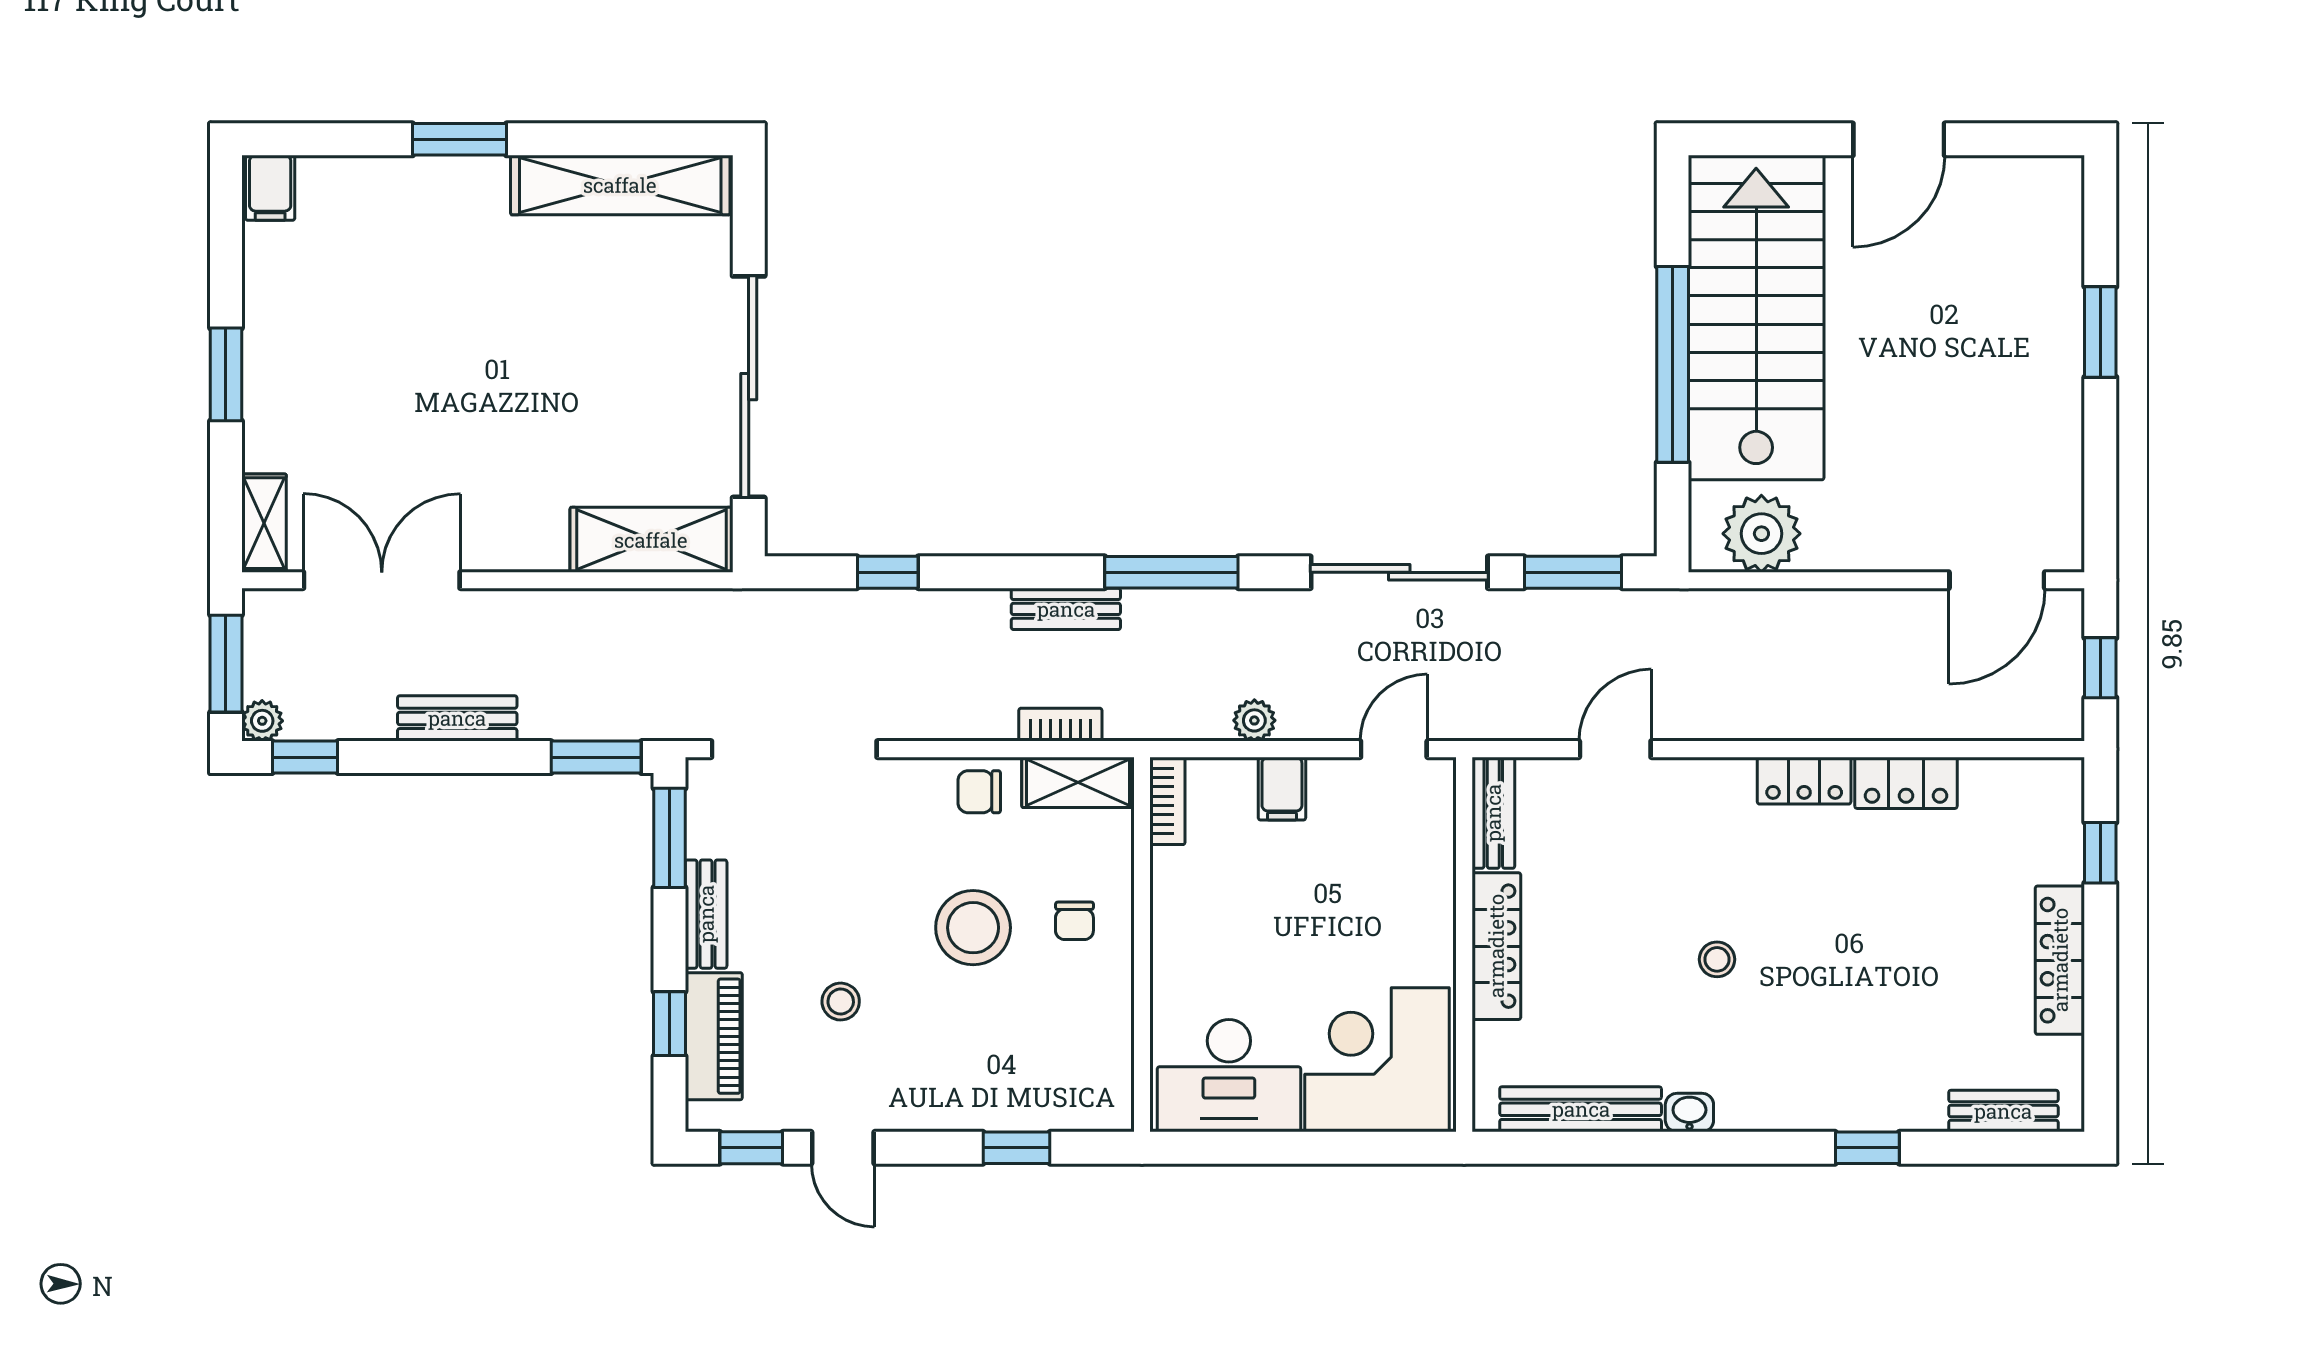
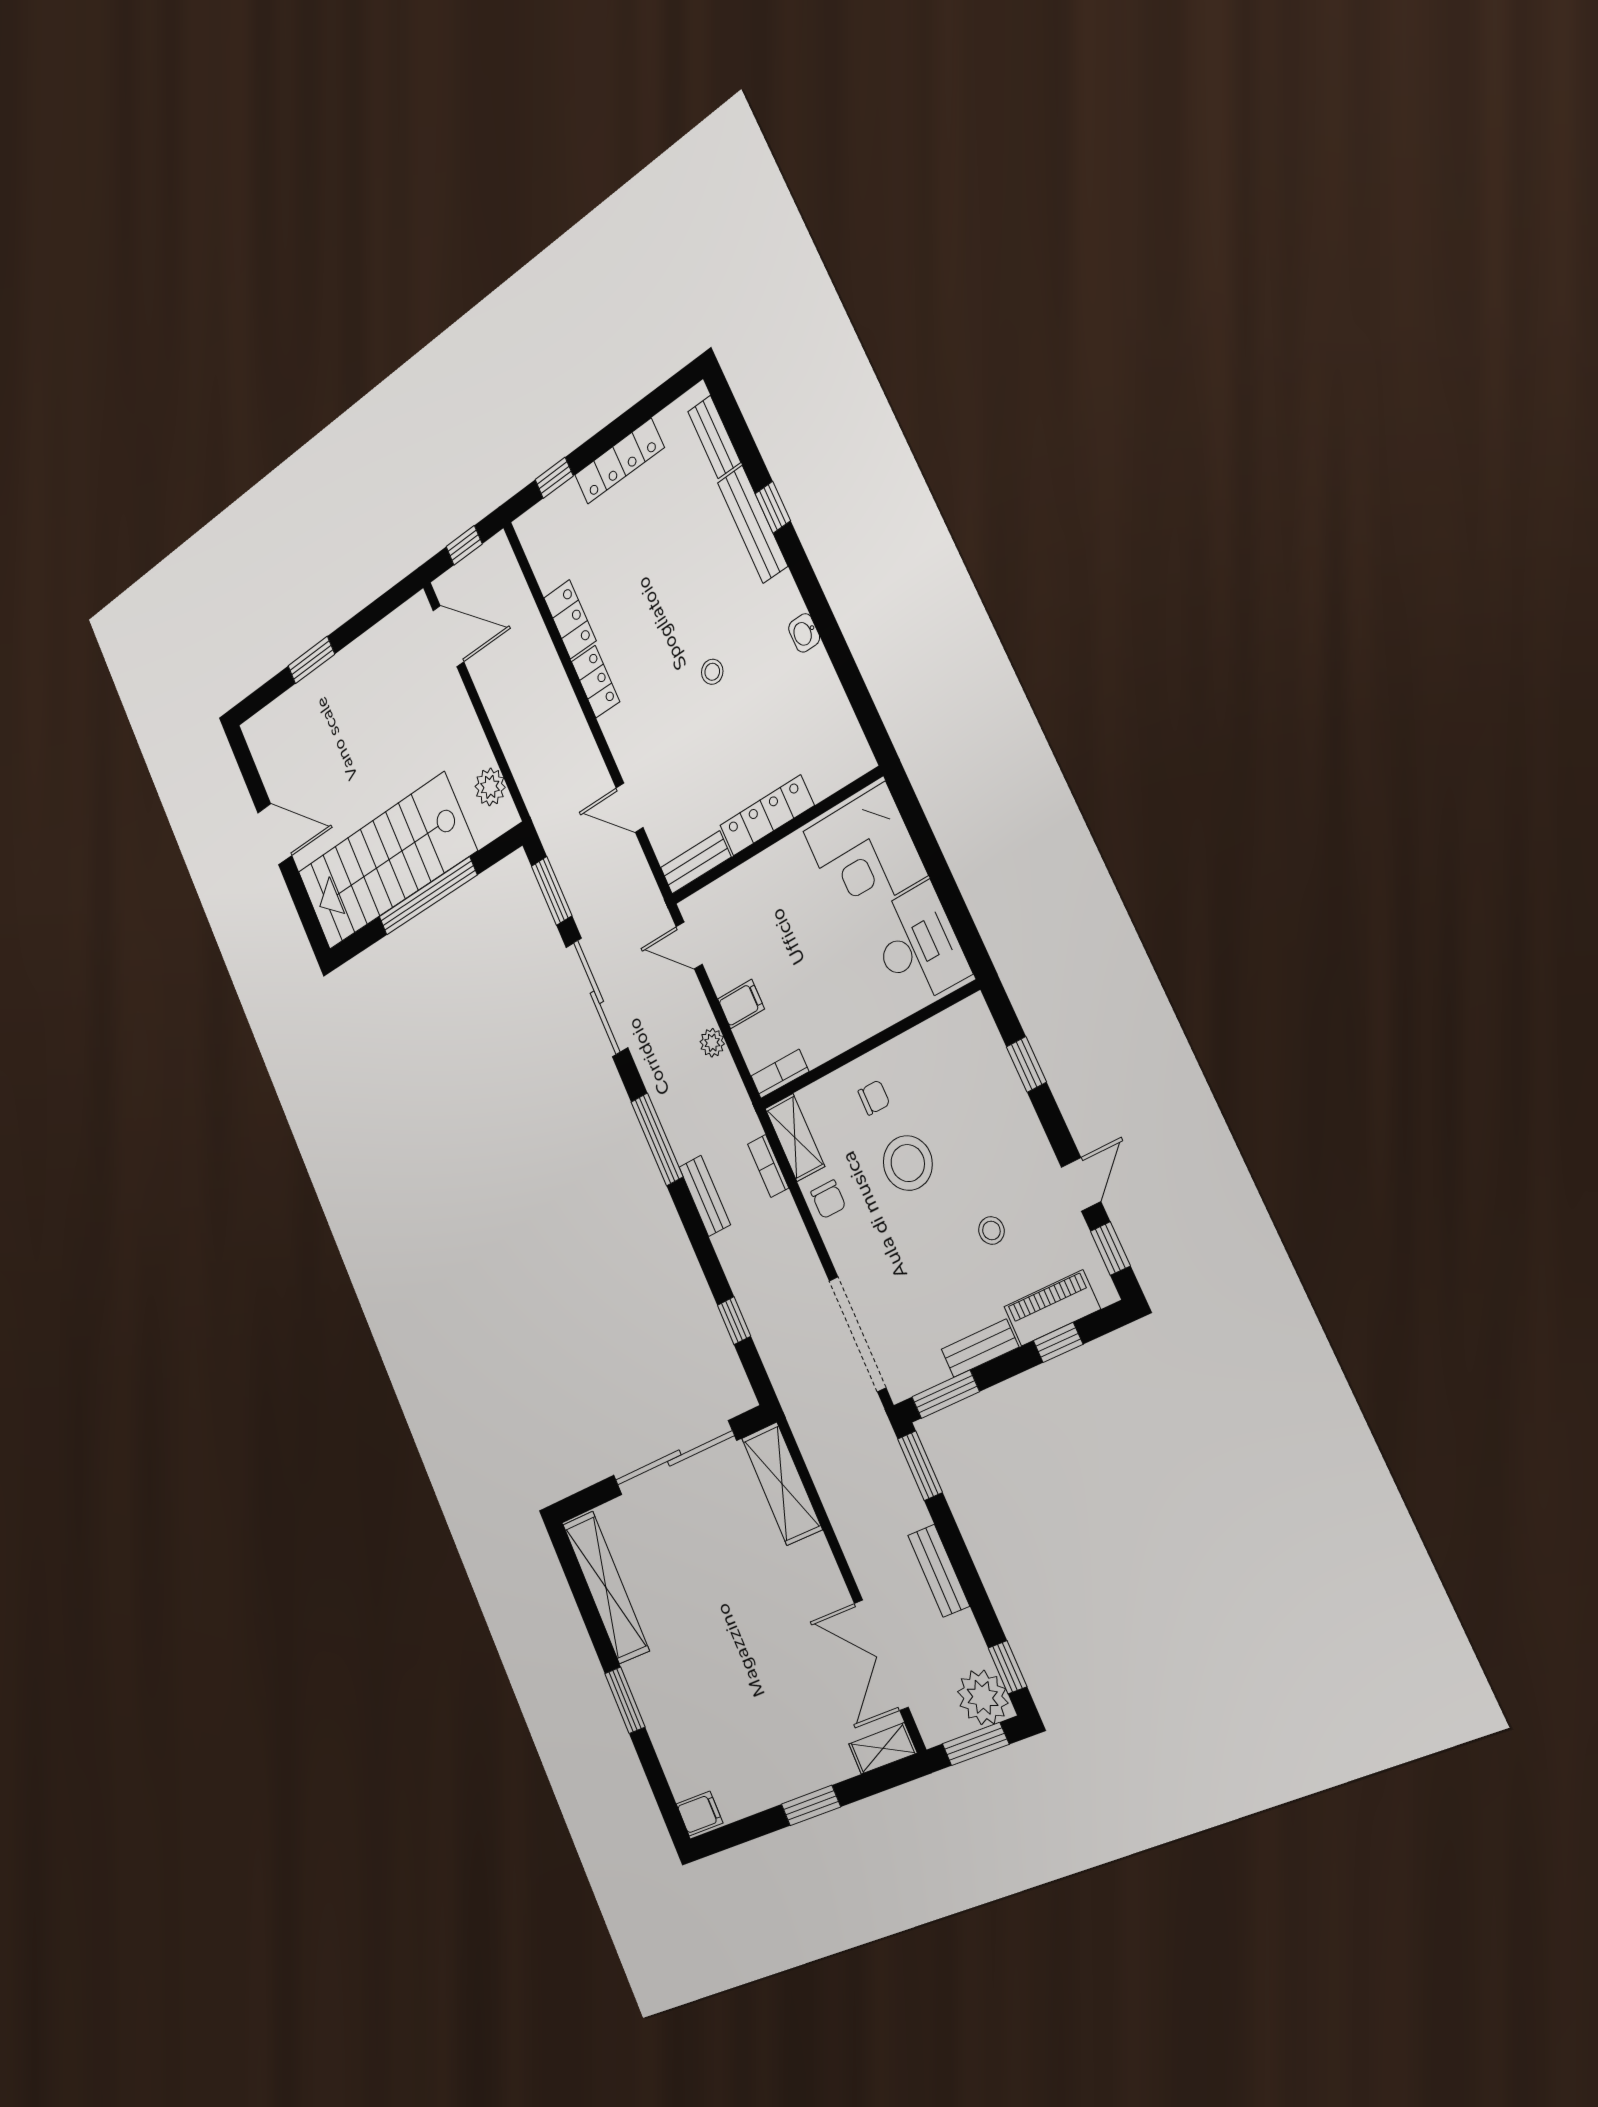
plant: (1761, 534) -> (490, 787), width x0.73, depth x0.73
plant: (262, 721) -> (983, 1697), width x1.87, depth x1.87
bench: (1581, 1109) -> (753, 524), moved

